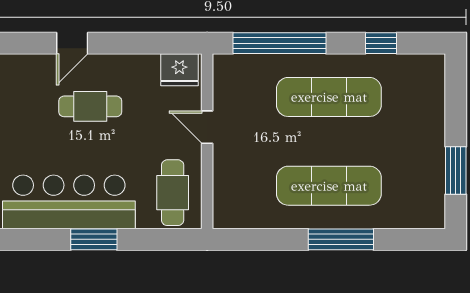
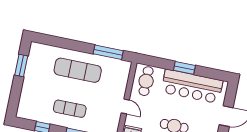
exercise mat: (329, 97) -> (70, 109), width x0.73, depth x0.69
window: (341, 239) -> (108, 52), moved

